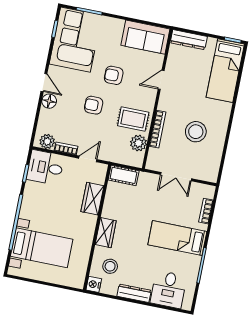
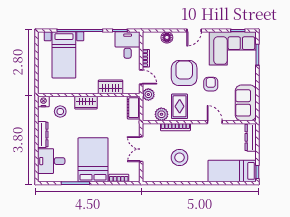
floor lamp: (49, 101) -> (167, 37), moved
armchair: (94, 105) -> (184, 73), width x1.88, depth x1.88
plant: (47, 141) -> (148, 95), moved
bed: (177, 238) -> (93, 160), width x1.50

